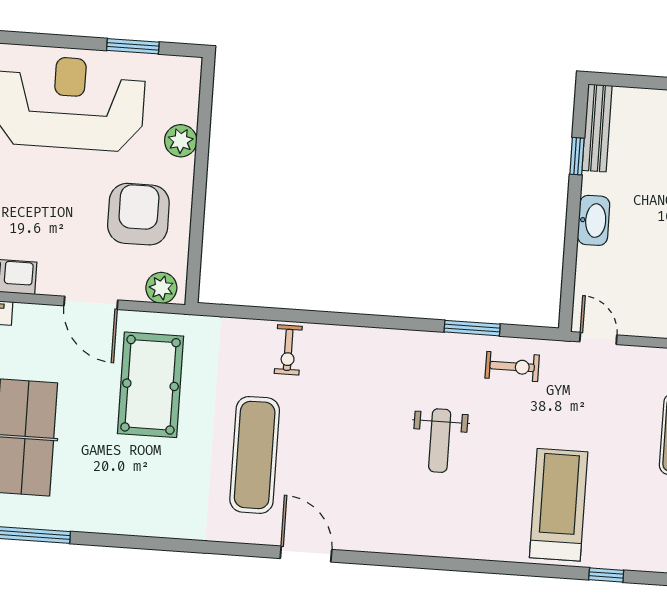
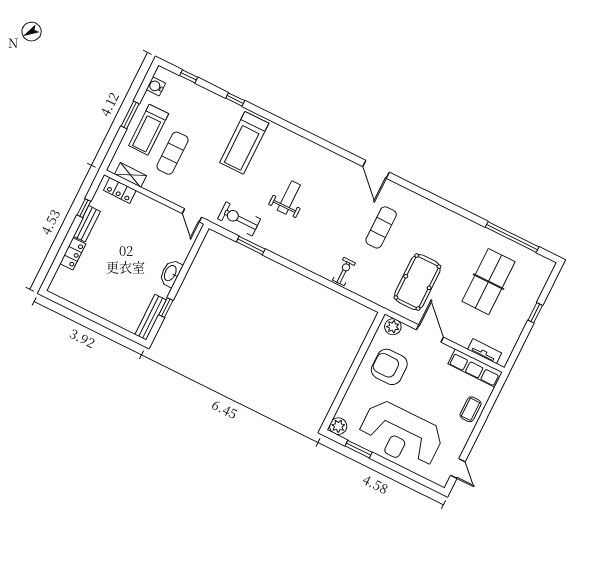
plant: (181, 141) -> (338, 426), moved
armchair: (138, 214) -> (389, 367), turned 90
exercise bike: (512, 367) -> (239, 219), width x1.38, depth x1.39
exercise mat: (255, 455) -> (381, 227), width x0.73, depth x0.69

